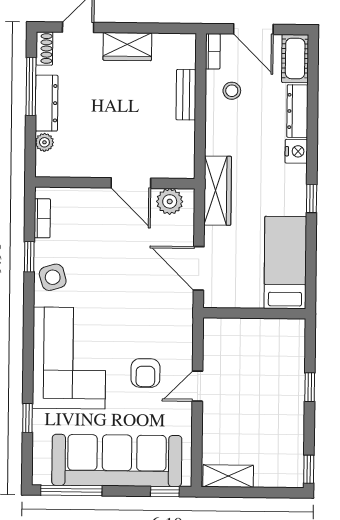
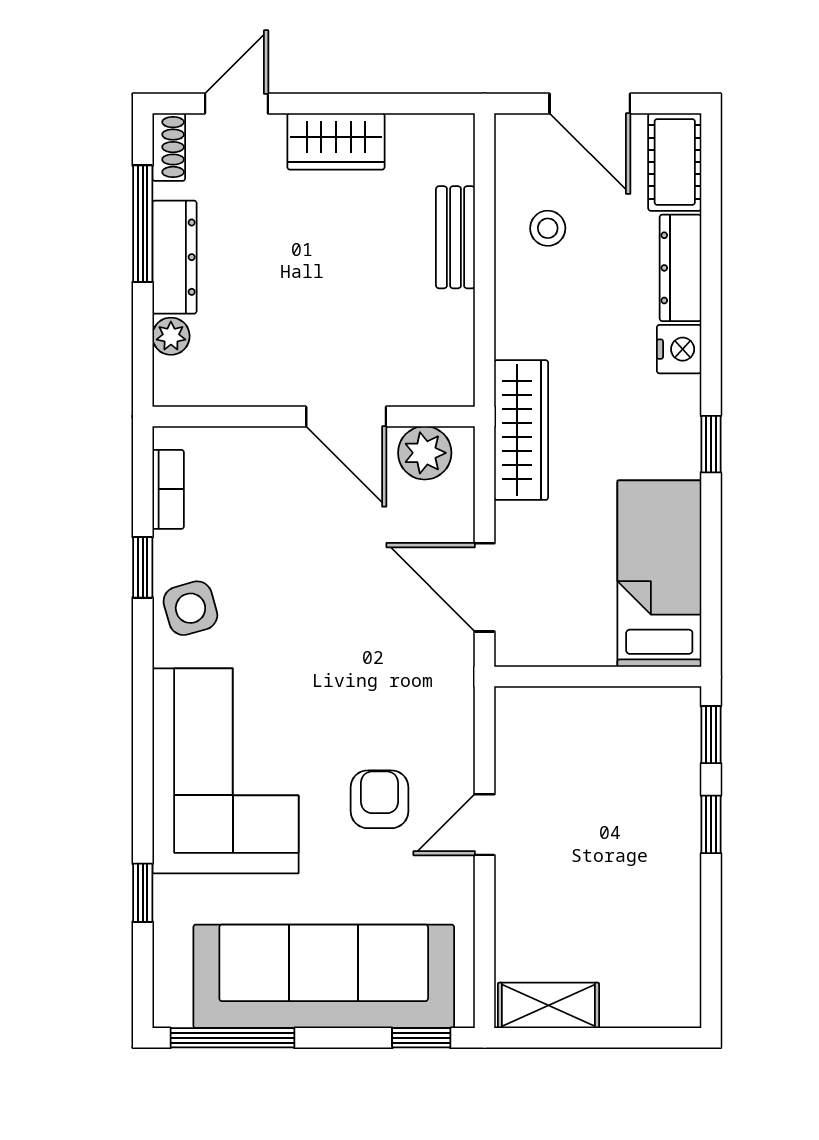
bookcase: (213, 51) -> (509, 149), removed
armchair: (145, 373) -> (379, 799), turned 180
window: (309, 469) -> (711, 735), moved

